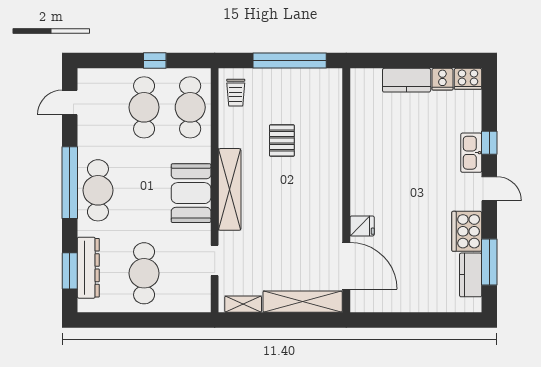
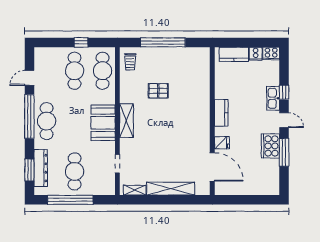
door: (70, 102) -> (29, 78), moved
pallet: (282, 141) -> (158, 91), turned 90
shelving: (230, 189) -> (126, 121), width x0.68
wall: (346, 190) -> (212, 121), moved
fridge: (362, 226) -> (222, 143), moved
window: (489, 262) -> (284, 152), moved
door: (346, 266) -> (212, 167), moved
kitchen counter: (471, 275) -> (221, 113), moved, turned 180
window: (137, 320) -> (70, 200), added

